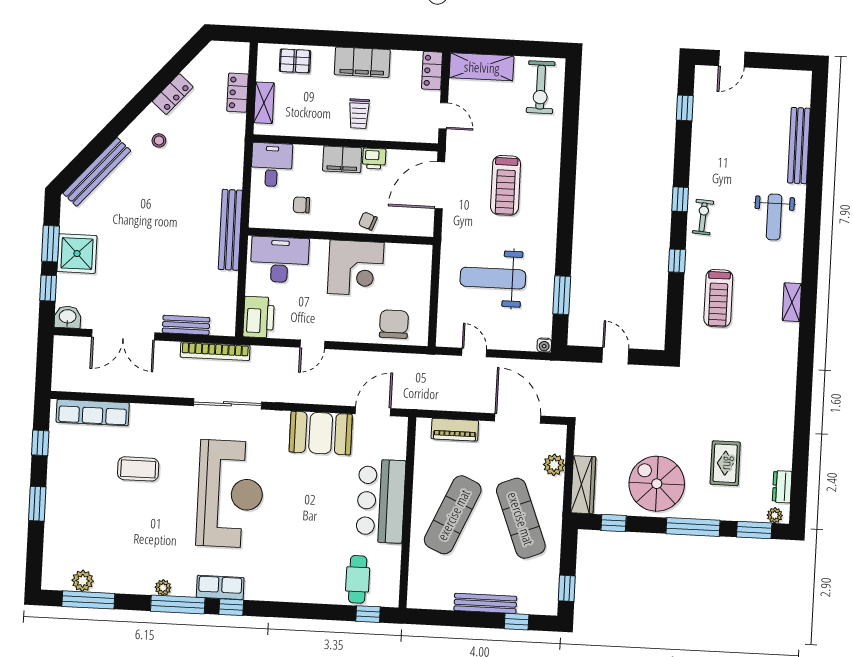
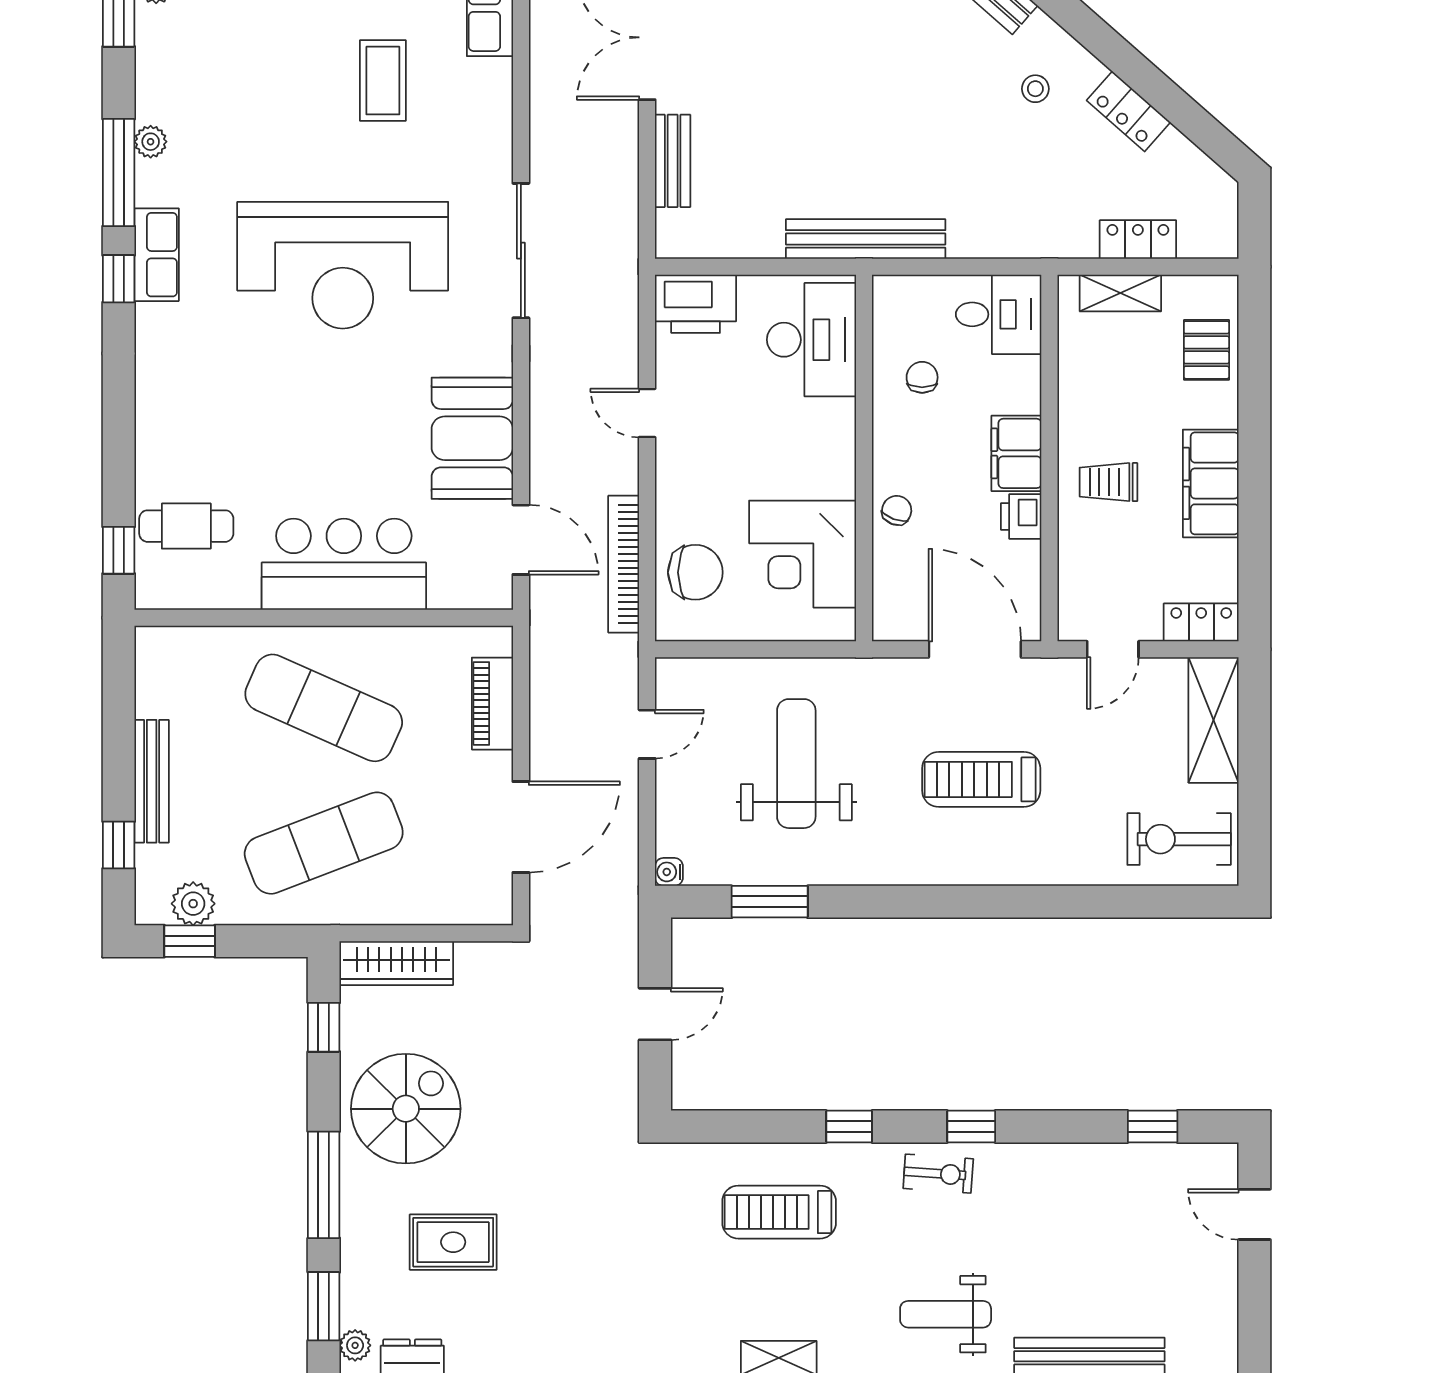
corner desk: (356, 268) -> (803, 554), moved
bookcase: (215, 351) -> (624, 564), moved
plant: (554, 465) -> (193, 904), moved

